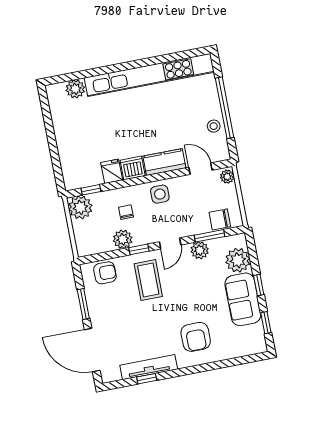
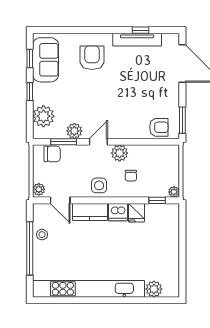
plant: (80, 207) -> (174, 192), width x0.53, depth x0.53
plant: (123, 239) -> (120, 153), moved
window: (139, 249) -> (126, 142), removed
armchair: (105, 273) -> (159, 127), turned 180
coffee table: (148, 280) -> (123, 114), removed
sofa: (243, 299) -> (46, 60), moved
window: (83, 304) -> (182, 120), moved

